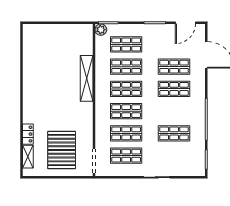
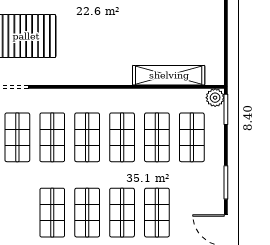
shelving: (87, 78) -> (169, 75), moved
shop shelf: (174, 111) -> (87, 213), added

